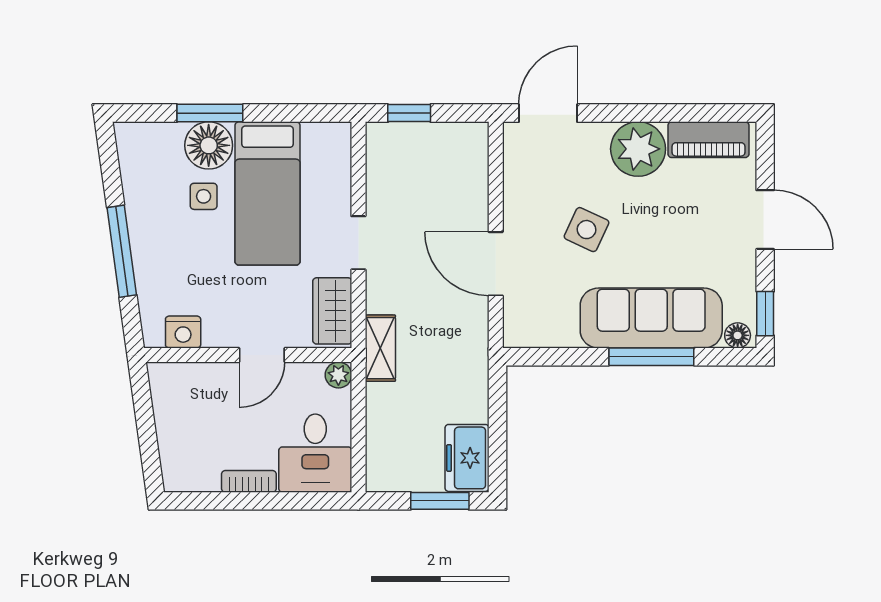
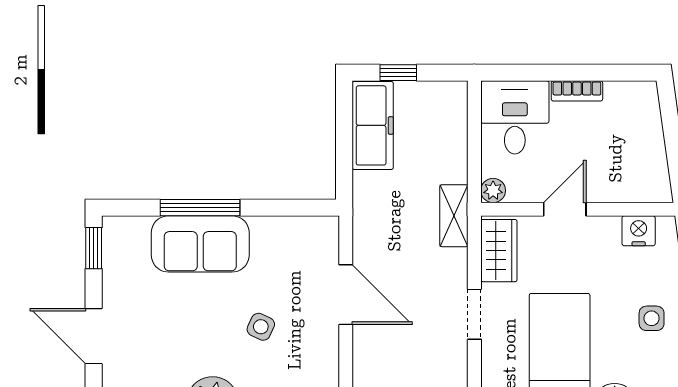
side table: (204, 196) -> (652, 318), moved
side table: (587, 230) -> (261, 327), width x0.73, depth x0.73
sofa: (651, 318) -> (200, 244), width x0.73
floor lamp: (738, 335) -> (119, 228), removed
freezer: (467, 458) -> (373, 125), width x1.40
window: (440, 501) -> (398, 73), width x0.67

